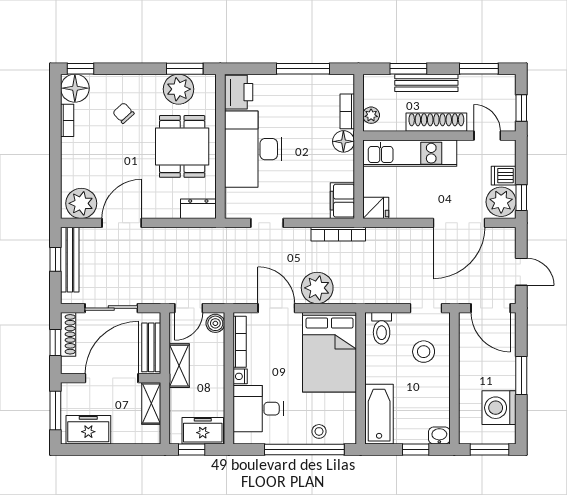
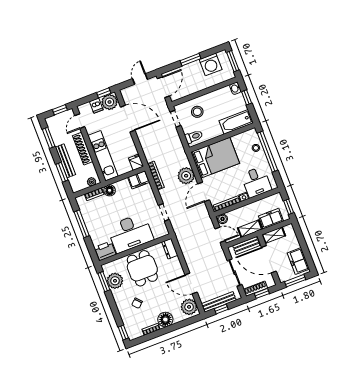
floor lamp: (75, 88) -> (165, 320), moved
dining table: (182, 146) -> (142, 268), turned 90
freezer: (203, 431) -> (271, 219), moved, turned 90

